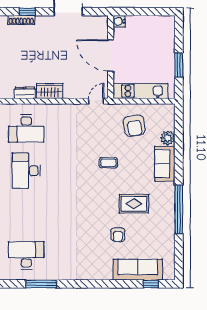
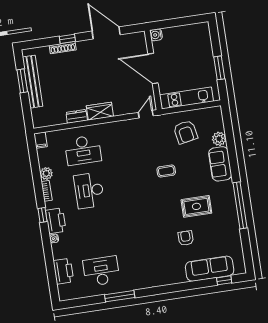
armchair: (118, 235) -> (186, 238), turned 180

